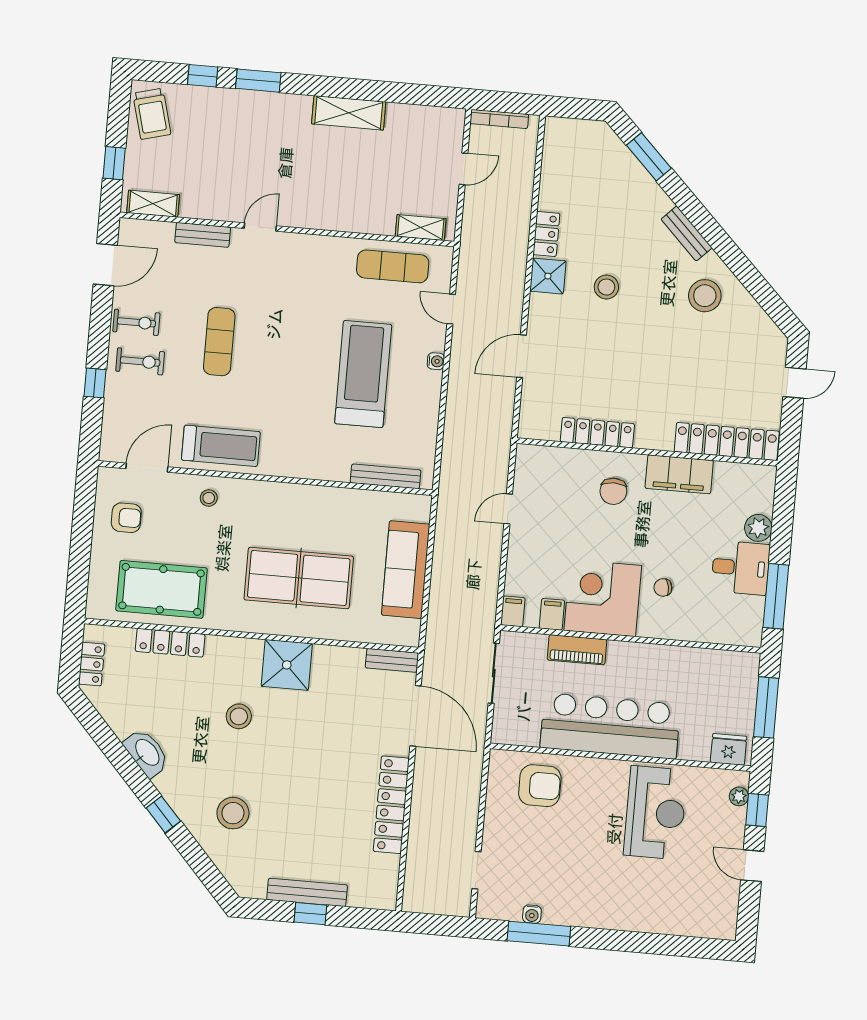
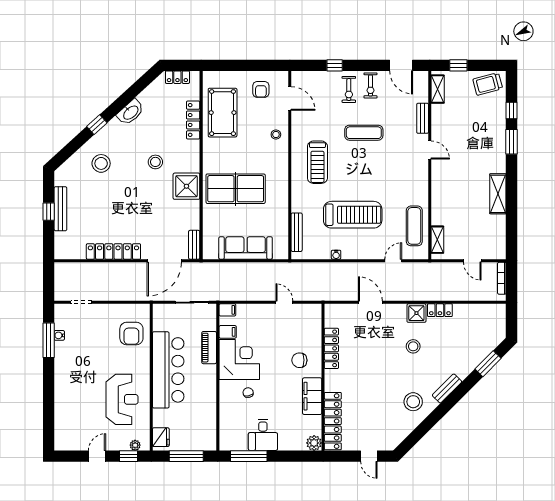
water cooler: (436, 361) -> (336, 255), moved
treadmill: (221, 446) -> (317, 162), moved
plant: (758, 528) -> (314, 443), moved
table tennis table: (299, 578) -> (236, 189), turned 90
reception desk: (655, 813) -> (122, 399), turned -90

